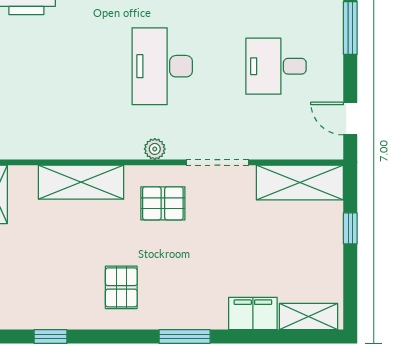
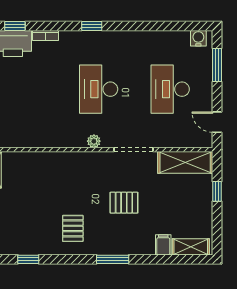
desk: (276, 66) -> (170, 89), width x1.37
shelving: (81, 182) -> (47, 162), removed
pallet: (163, 203) -> (124, 203), moved
filing cabinet: (253, 314) -> (163, 245), width x0.50

